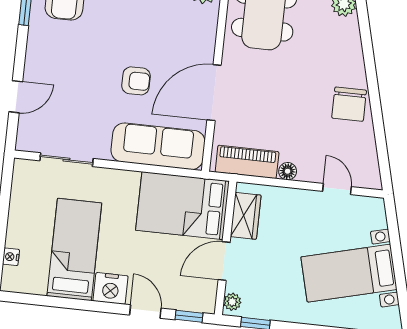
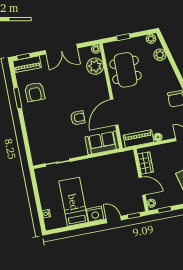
door: (16, 97) -> (26, 142), removed
sofa: (158, 146) -> (102, 143), width x0.73
bed: (182, 206) -> (116, 167), removed
door: (224, 261) -> (142, 186), swing flipped

